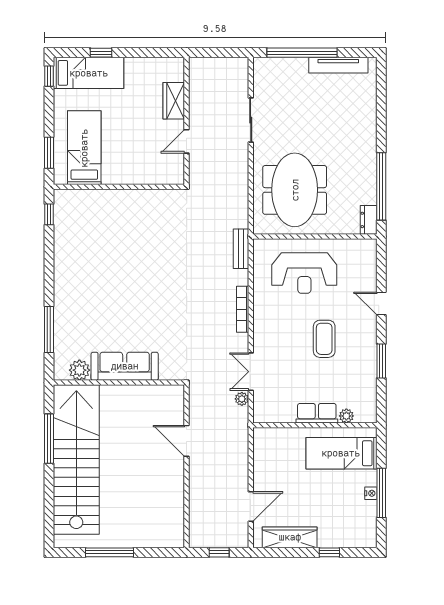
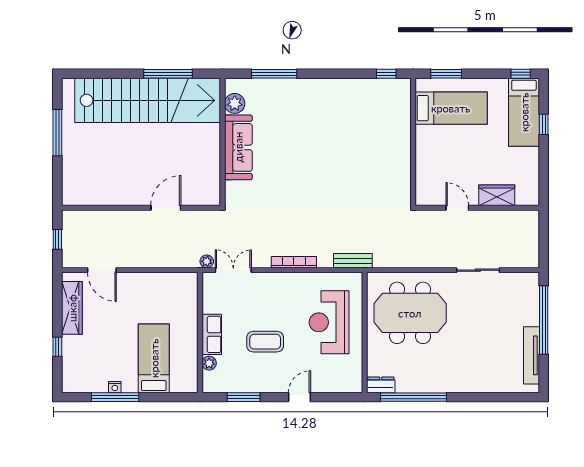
row of seats: (317, 413) -> (212, 334), moved
plant: (346, 416) -> (209, 363), moved
wall: (315, 425) -> (200, 332), moved

